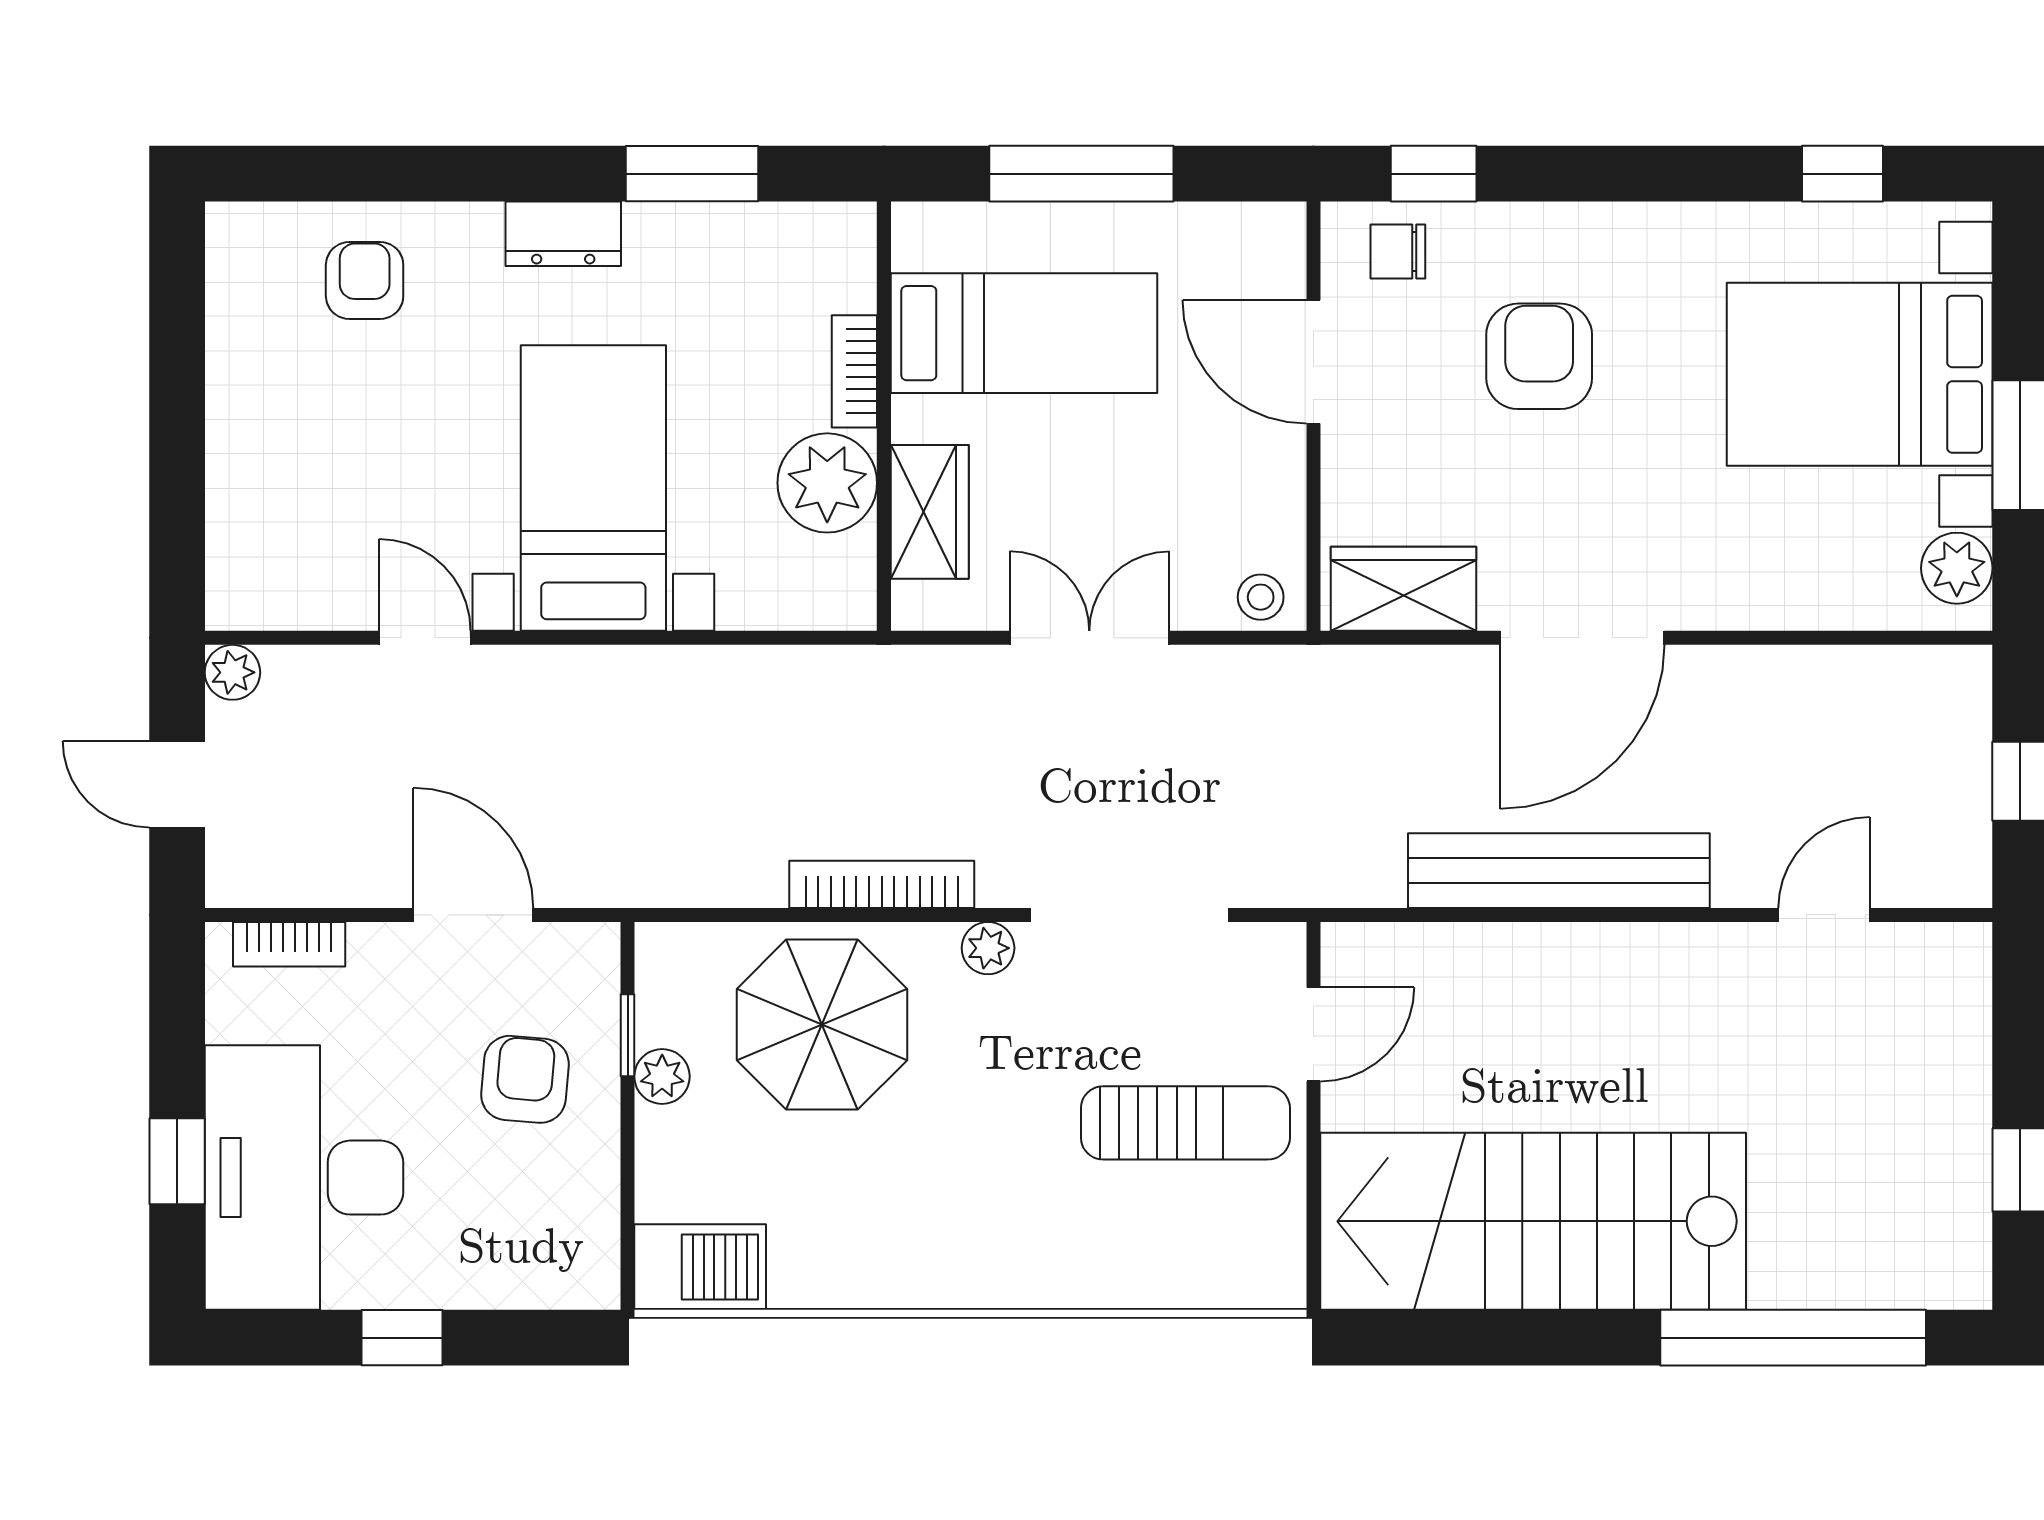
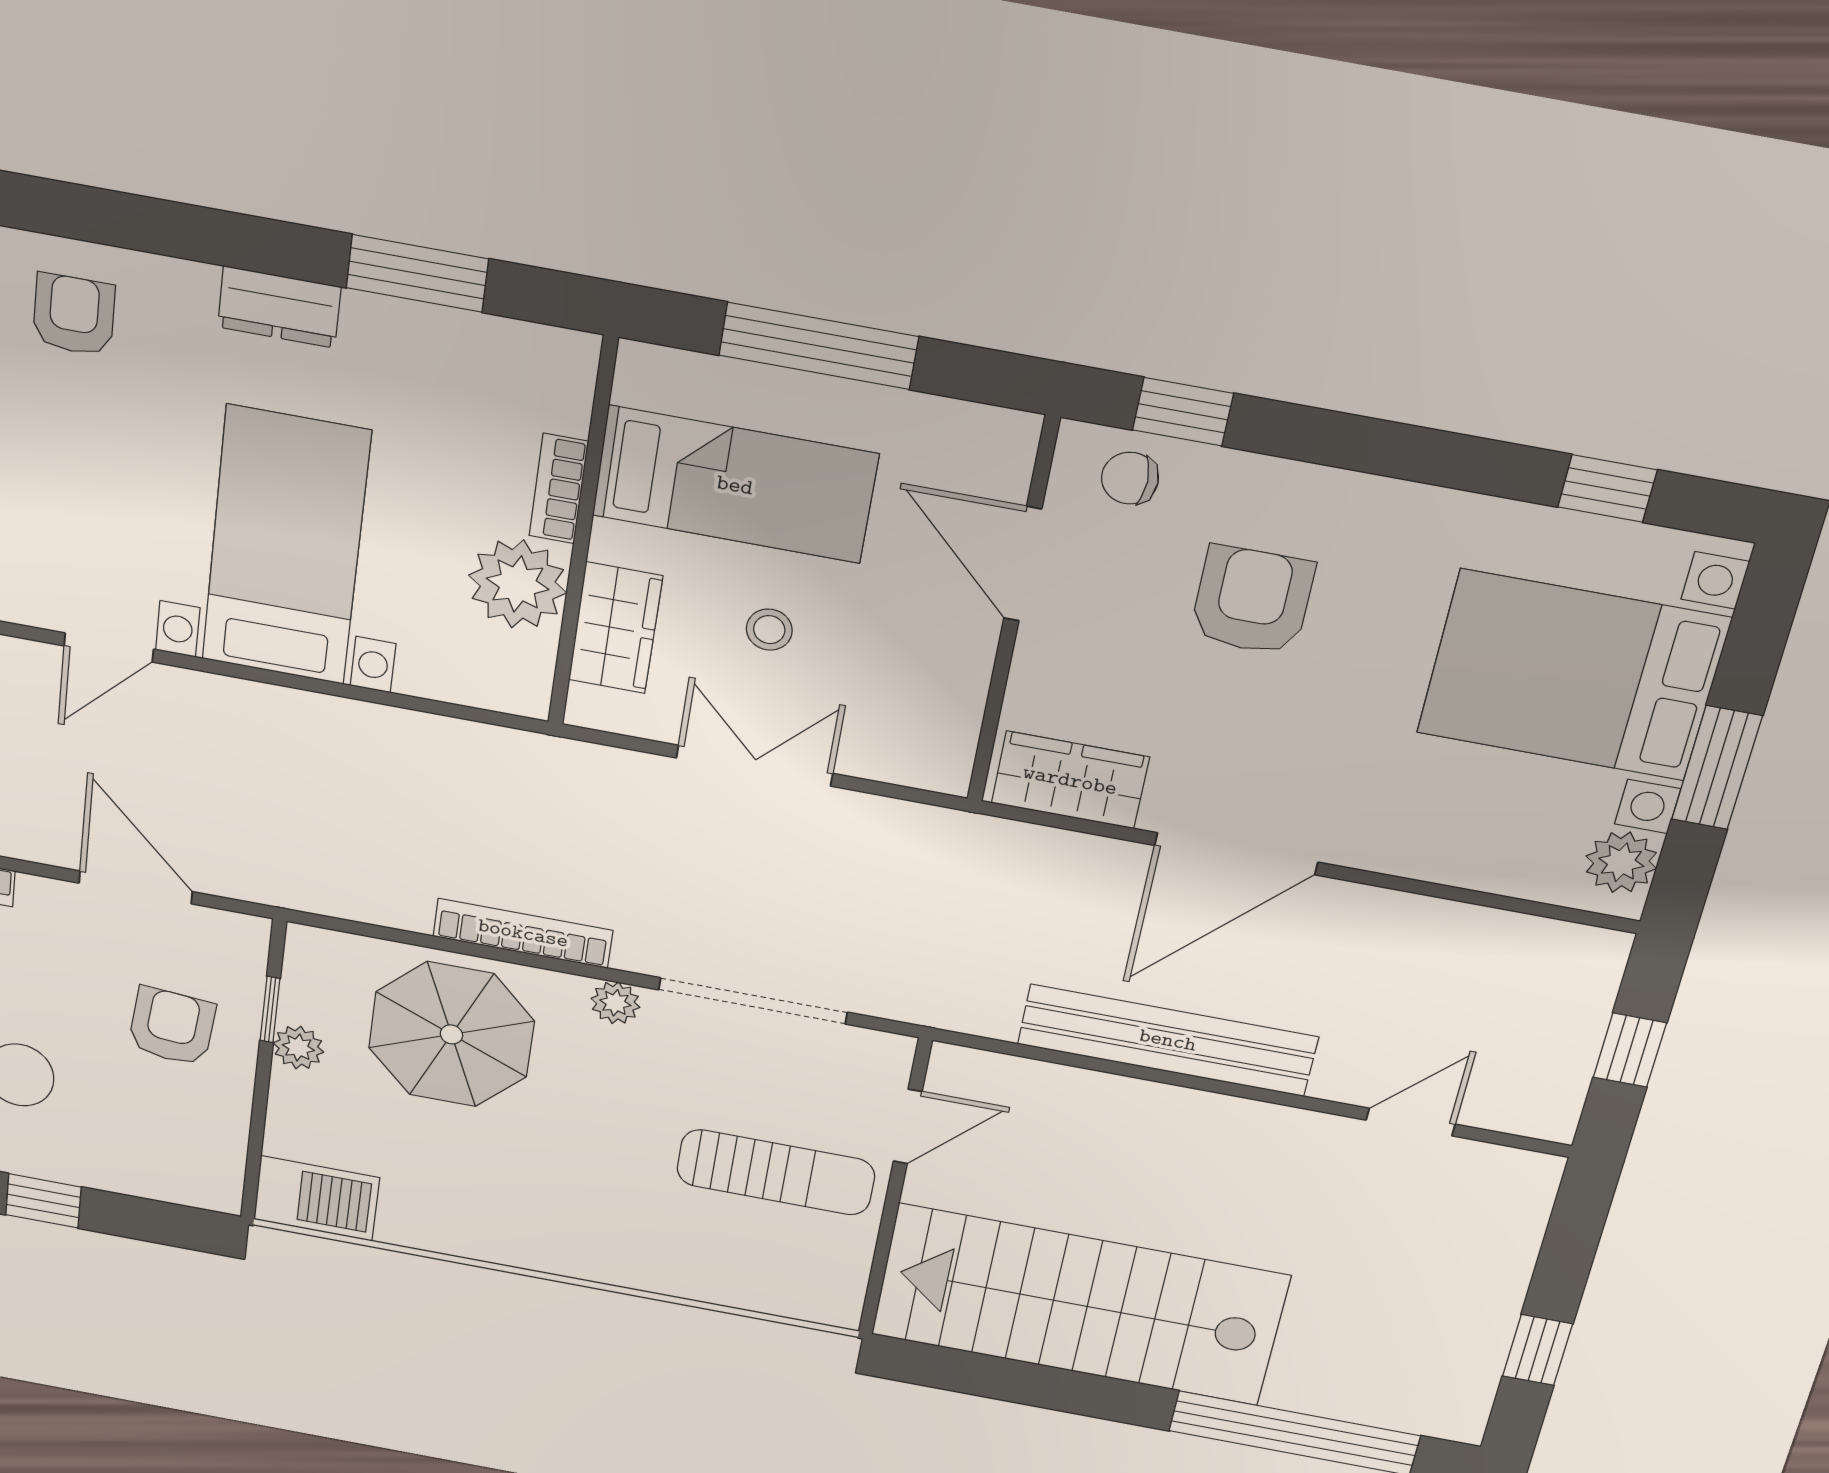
stool: (1261, 597) -> (769, 630), moved
door: (425, 638) -> (109, 648), swing flipped

